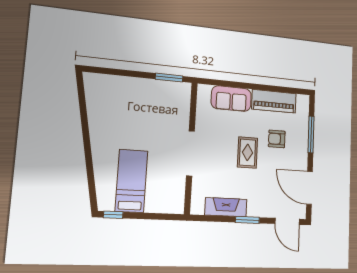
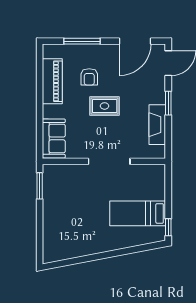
sofa: (231, 99) -> (54, 138), moved

